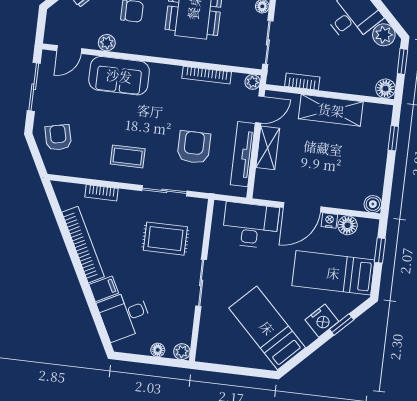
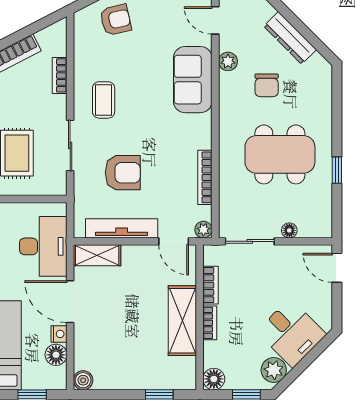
bookcase: (336, 86) -> (210, 323), added
shelving: (268, 148) -> (97, 255), moved

